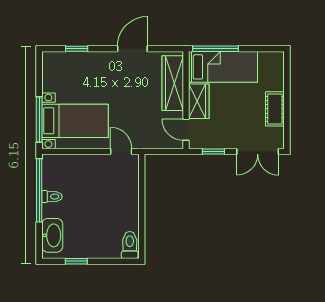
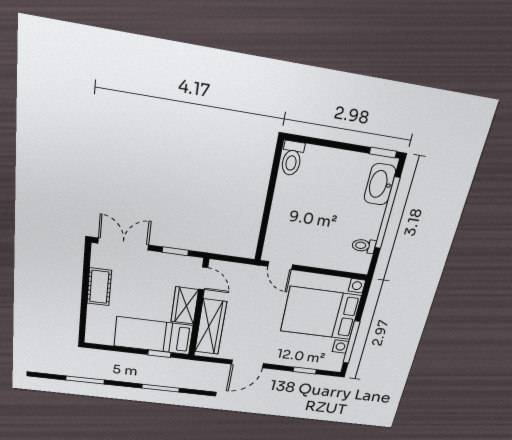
window: (216, 49) -> (159, 354), width x0.46
window: (39, 119) -> (351, 342), moved
bed with nightstands: (75, 121) -> (321, 313), width x1.36
window: (39, 190) -> (387, 213), moved
toilet: (52, 197) -> (364, 246), moved
window: (76, 261) -> (383, 153), moved

